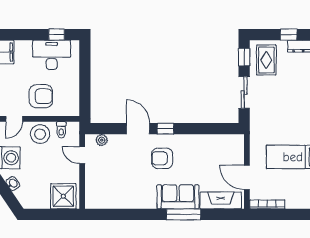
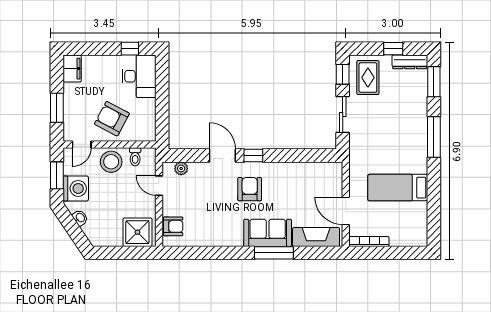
desk: (52, 55) -> (139, 76), moved, turned 90
armchair: (41, 96) -> (112, 119), turned -152
armchair: (162, 158) -> (250, 189), turned 90
armchair: (95, 191) -> (173, 226), added

